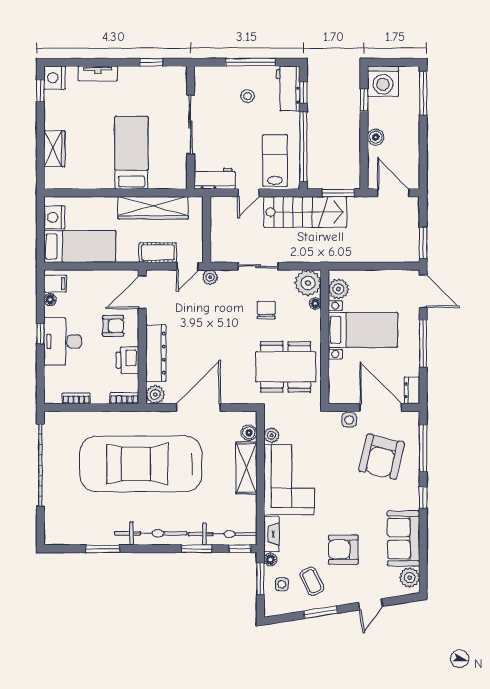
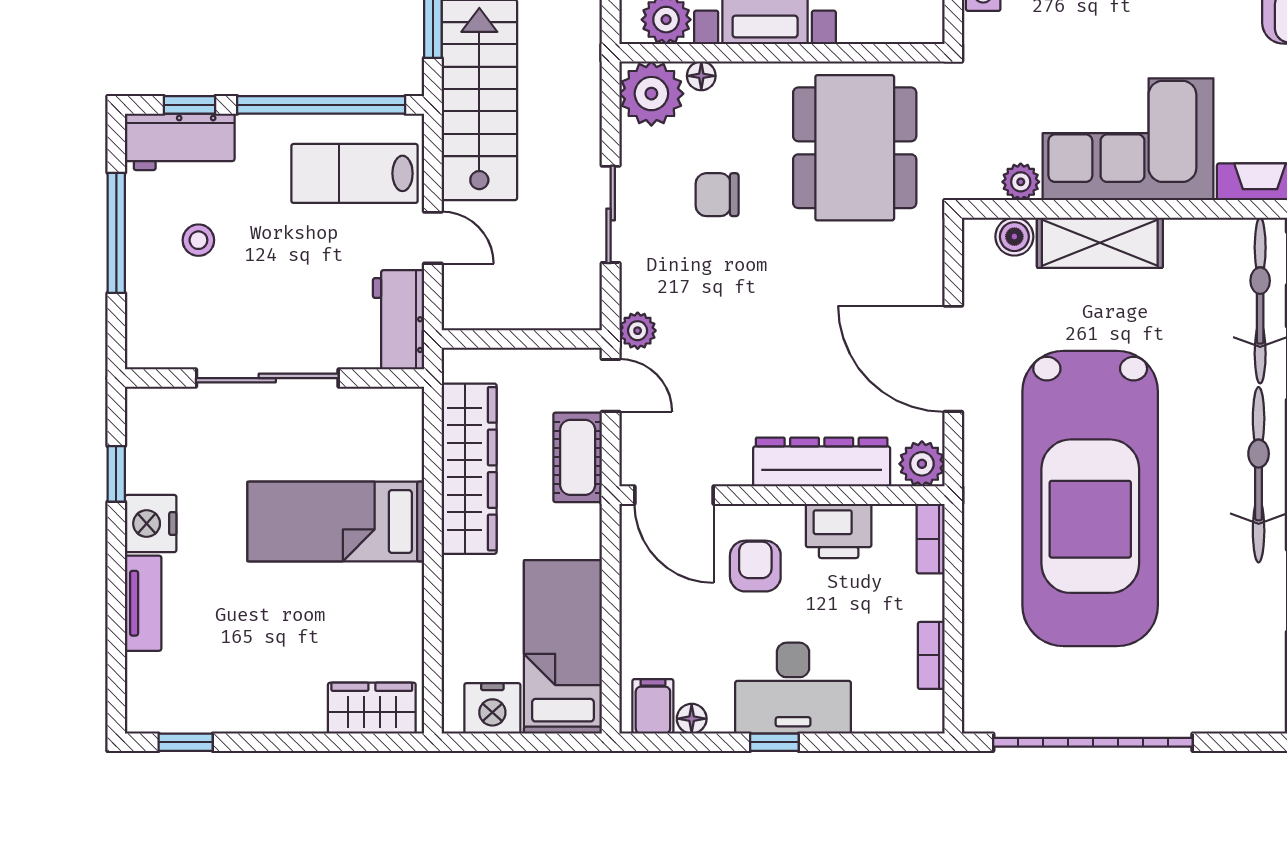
nightstand: (55, 78) -> (151, 524), moved, turned 90
wardrobe: (54, 149) -> (372, 708), moved

